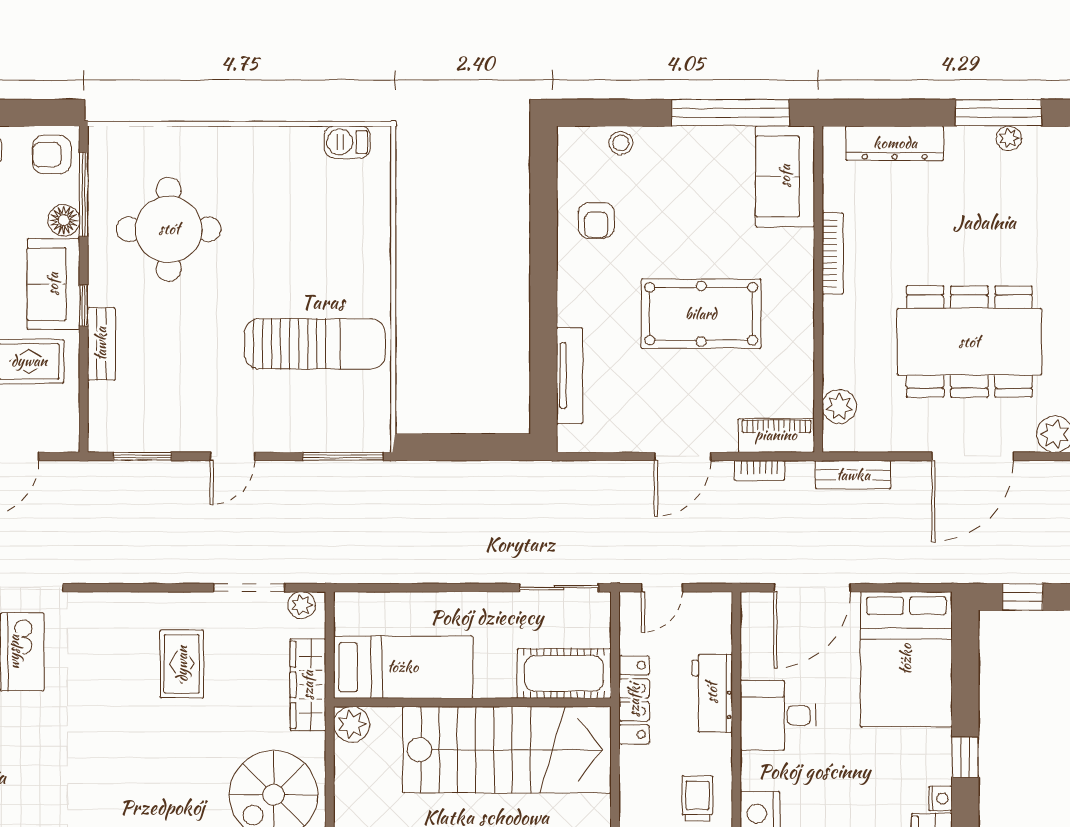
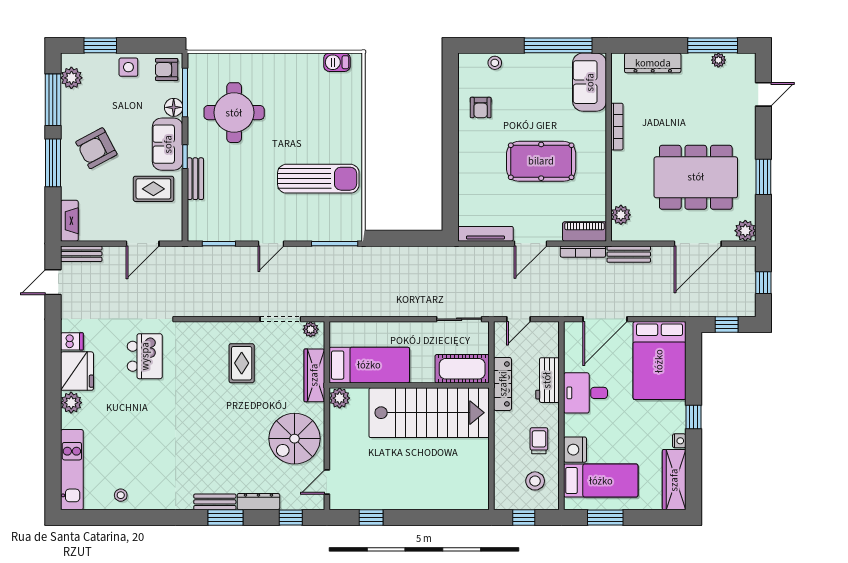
tv unit: (570, 376) -> (485, 234), moved, turned -90
bookcase: (759, 470) -> (583, 252), width x1.56

